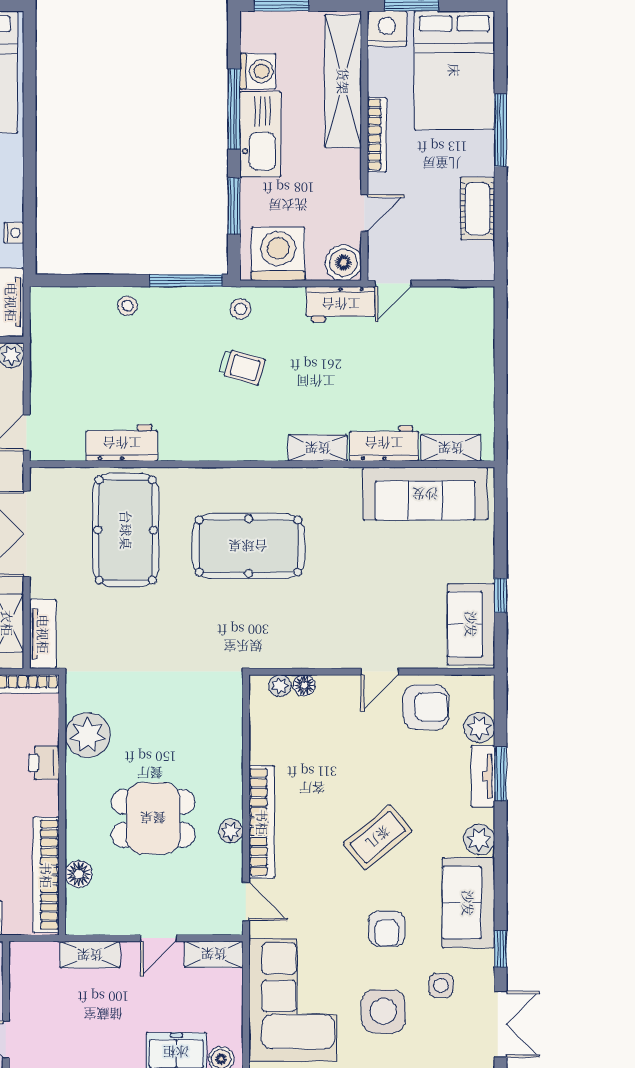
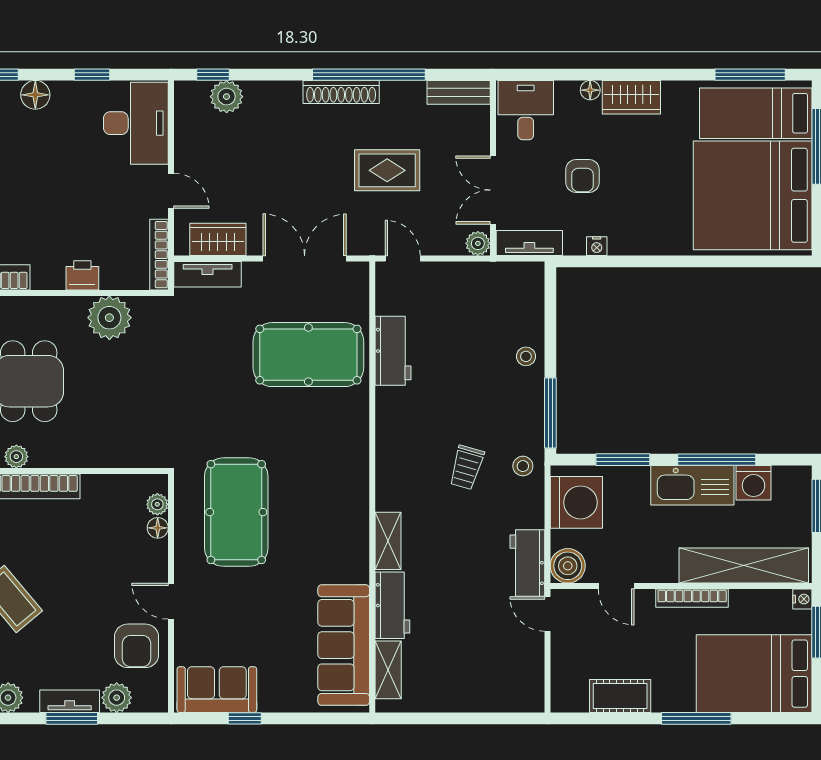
nightstand: (387, 29) -> (802, 599), width x0.53, depth x0.56
pool table: (248, 546) -> (236, 512), moved

